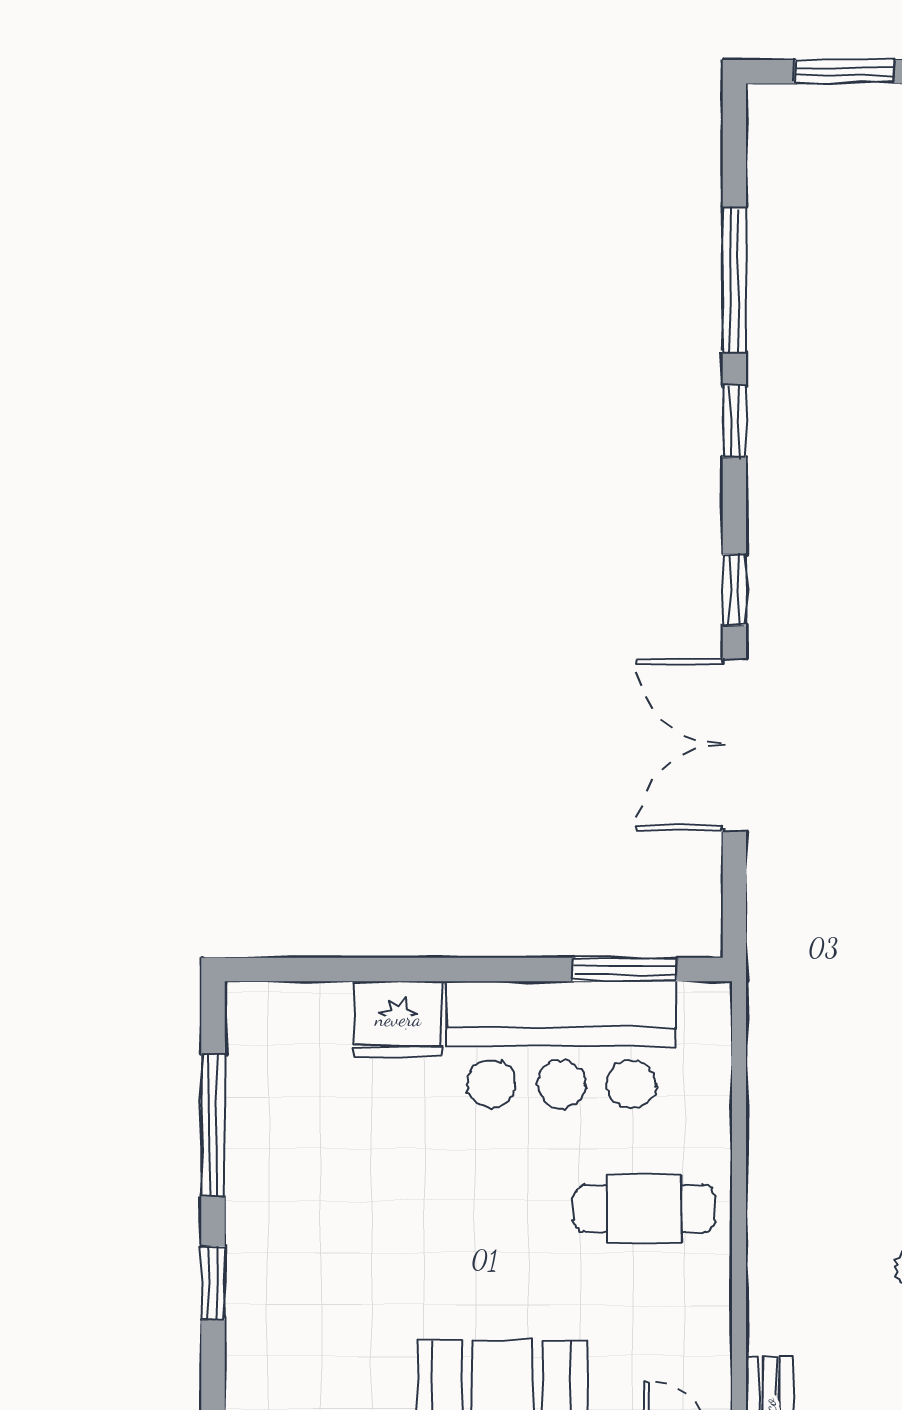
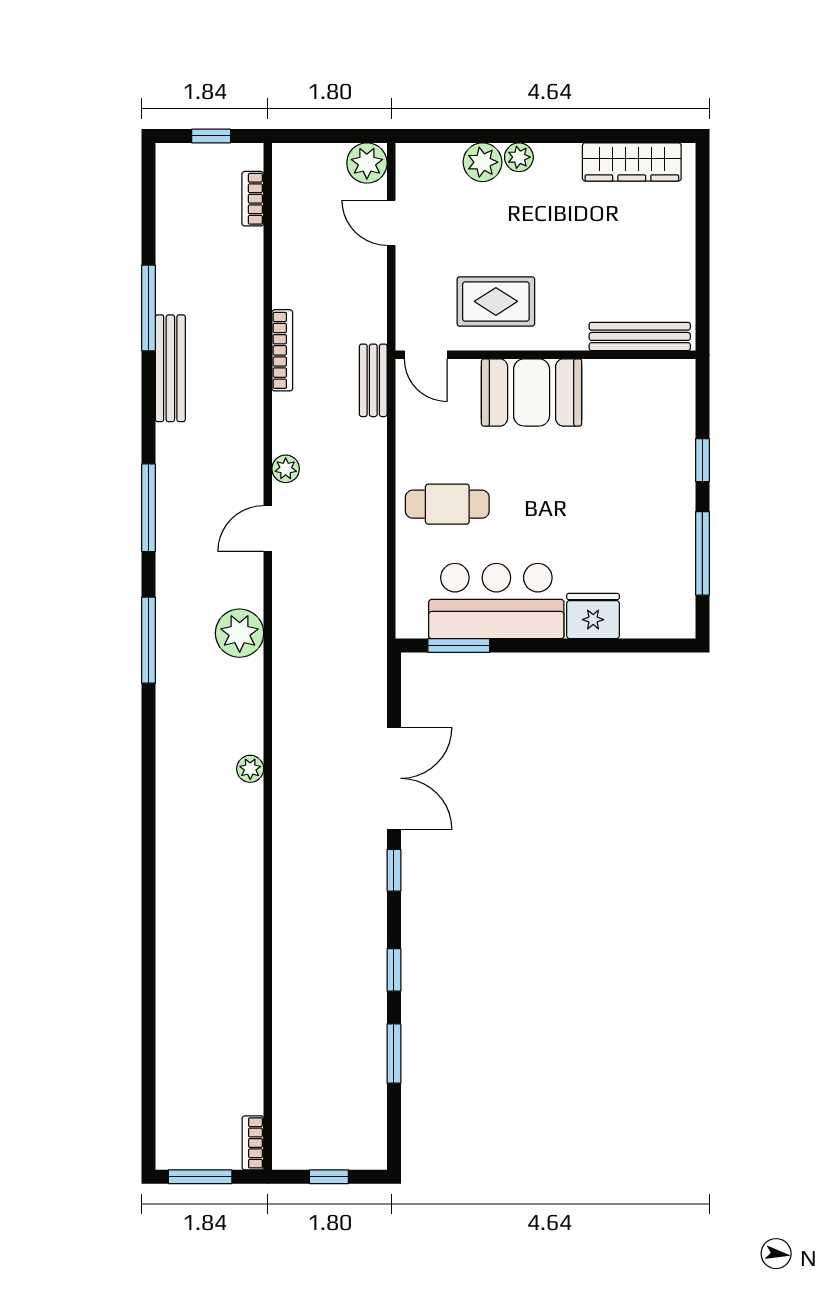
window: (844, 72) -> (329, 1177), width x0.67
window: (734, 280) -> (394, 1053), width x0.69

